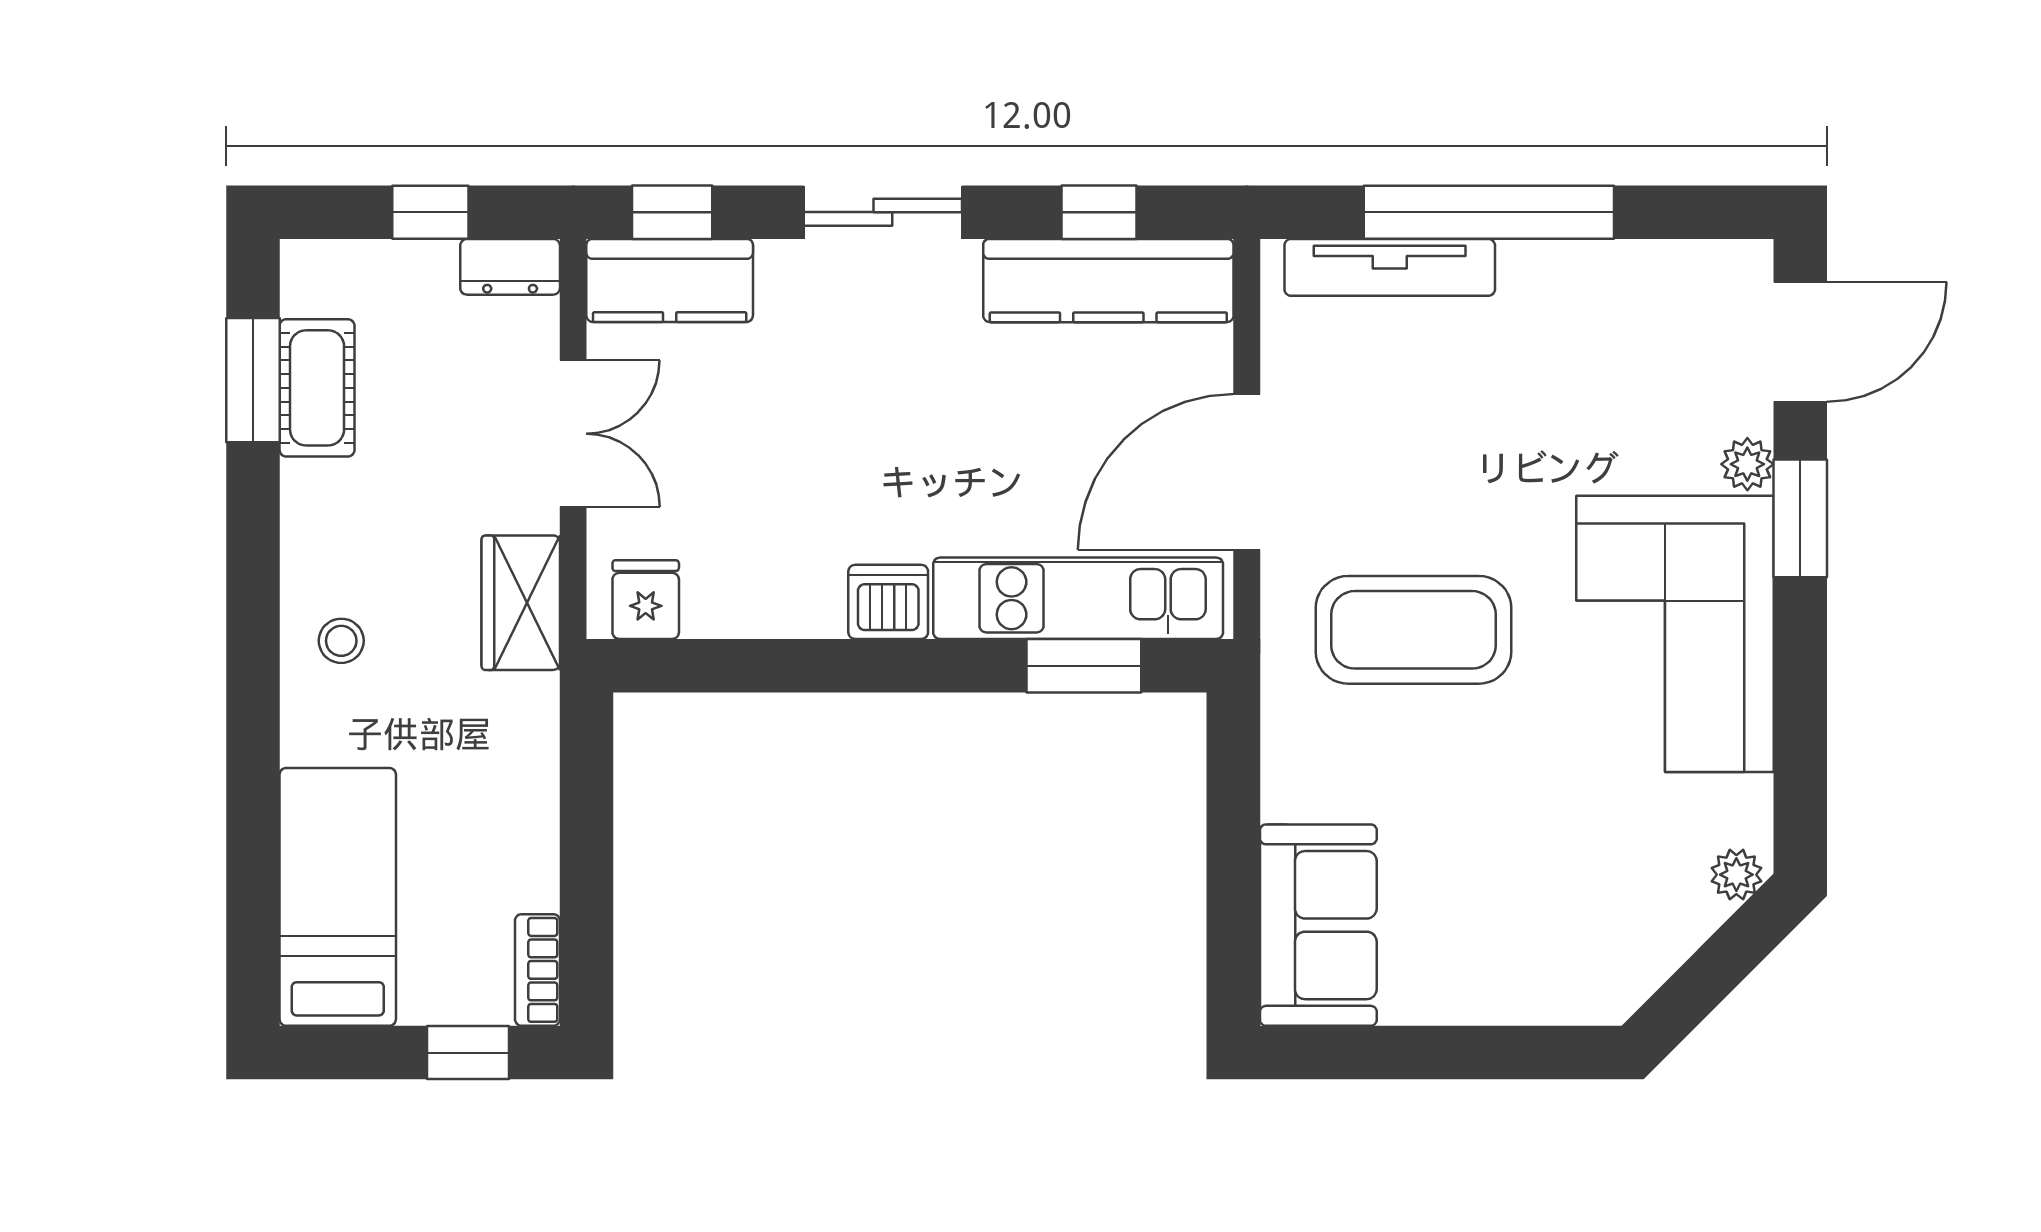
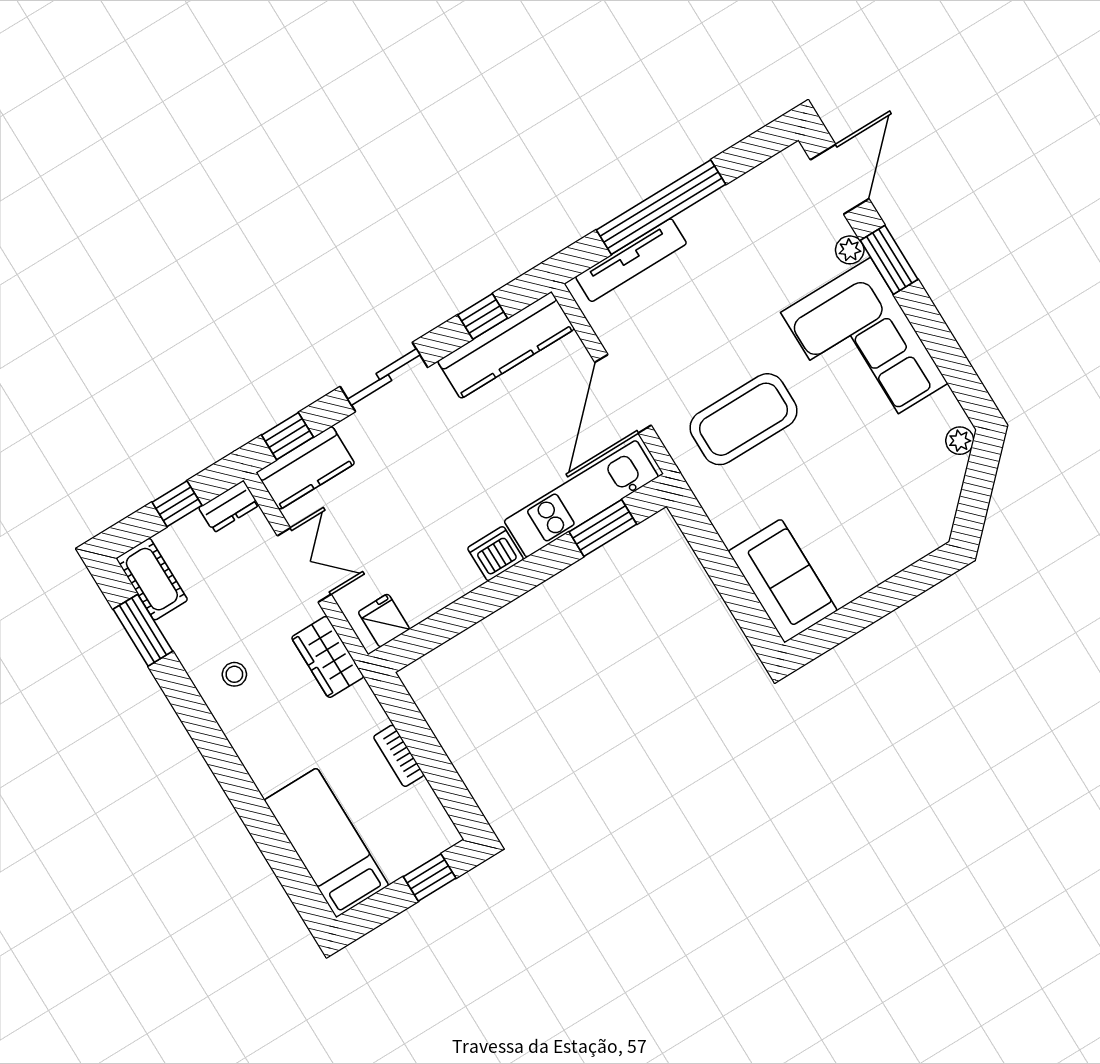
cot: (317, 388) -> (152, 579), moved
stool: (341, 641) -> (234, 674), moved
bookcase: (537, 970) -> (399, 756), moved

